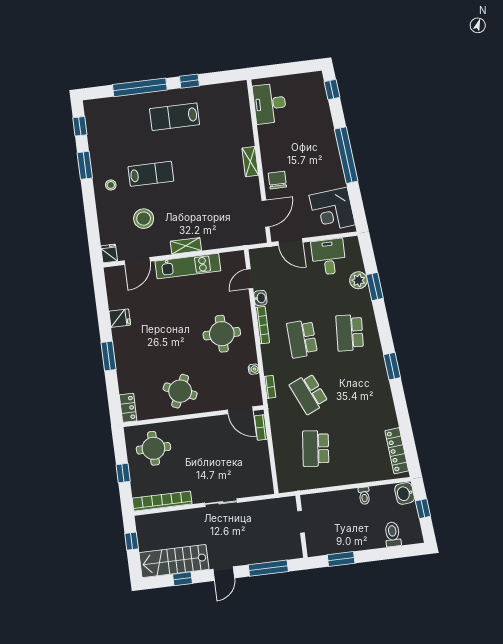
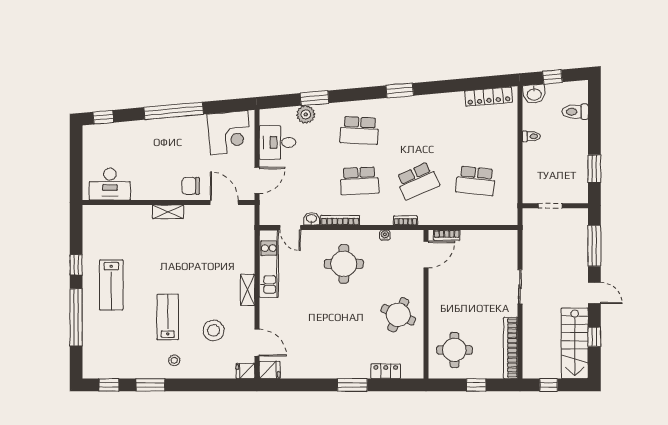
kitchen unit: (188, 266) -> (269, 264), moved
fridge: (120, 318) -> (270, 370), moved, turned 90
locker: (128, 408) -> (386, 371), moved

